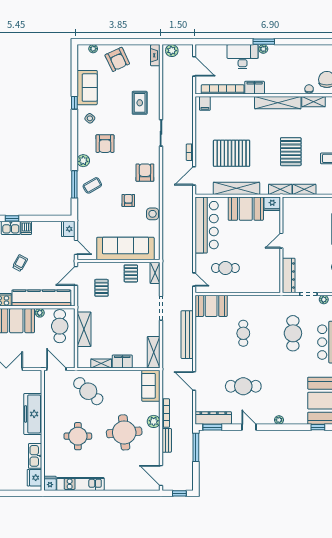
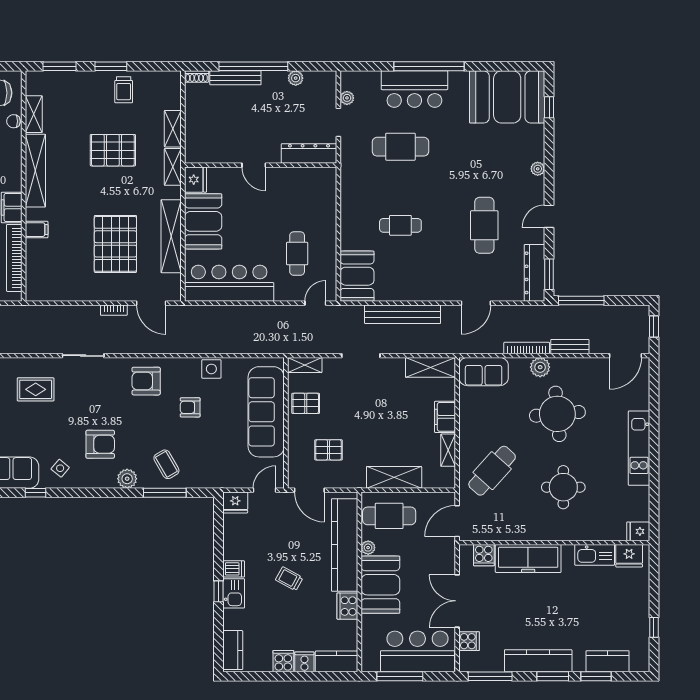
filing cabinet: (205, 103) -> (37, 230), moved
cooker: (35, 386) -> (484, 555), added
kitchen unit: (80, 484) -> (639, 448), moved

